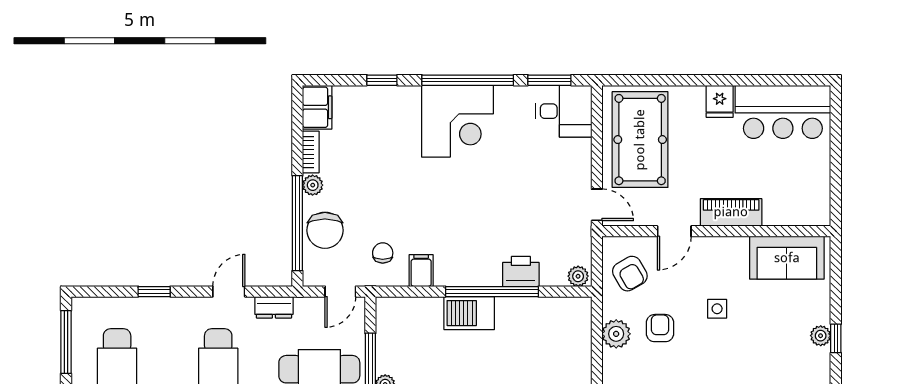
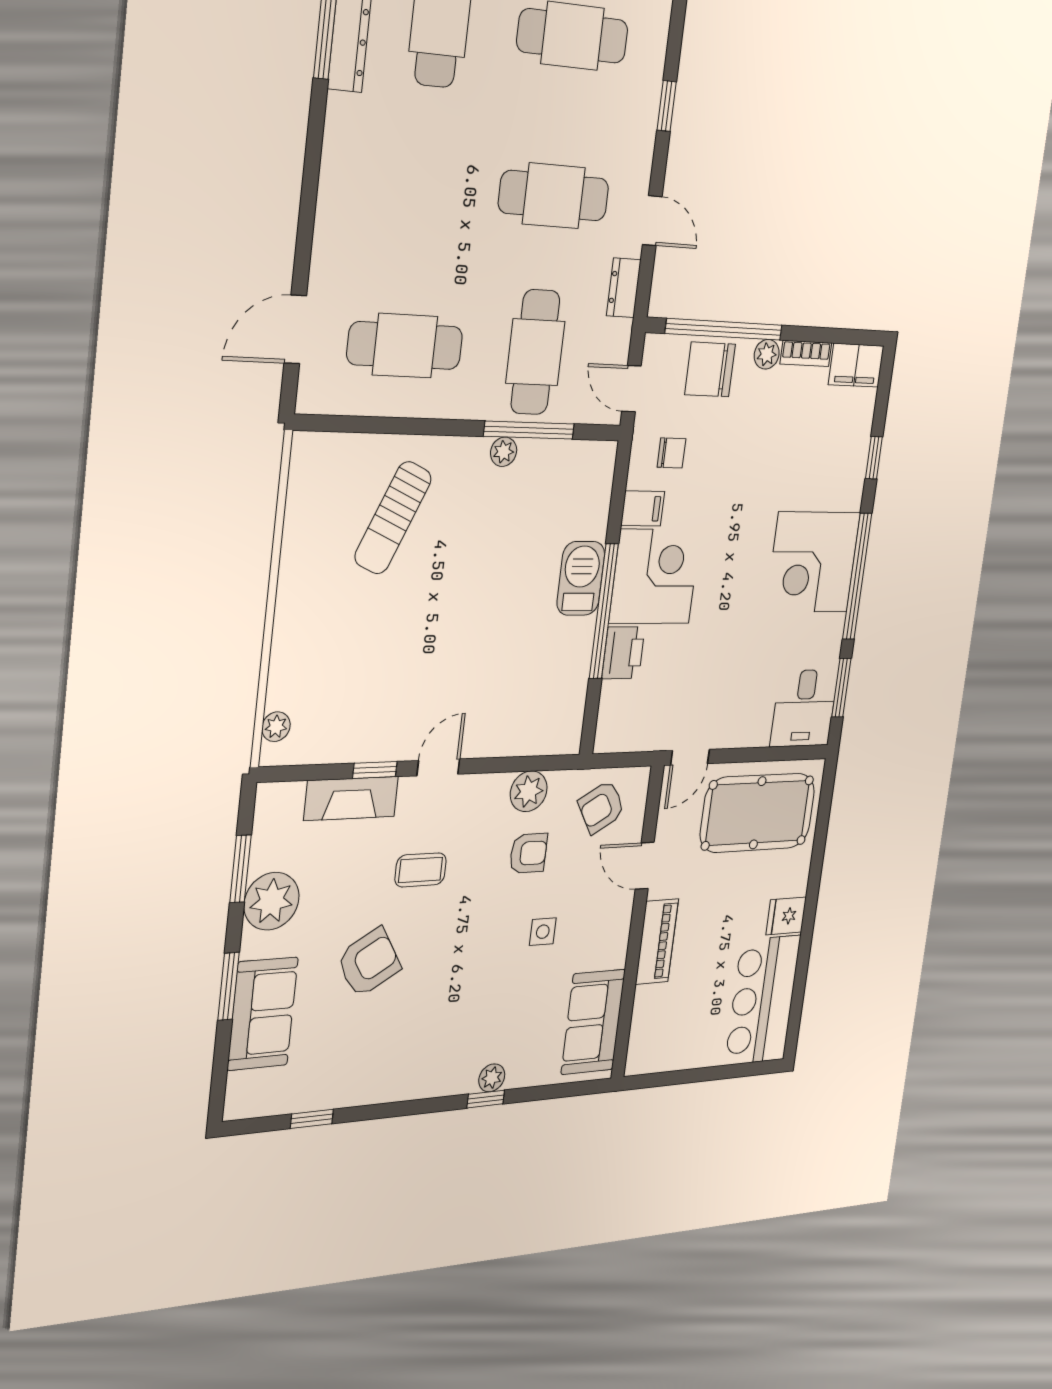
corner desk: (468, 254) -> (655, 576), added
plant: (578, 276) -> (607, 734), removed

